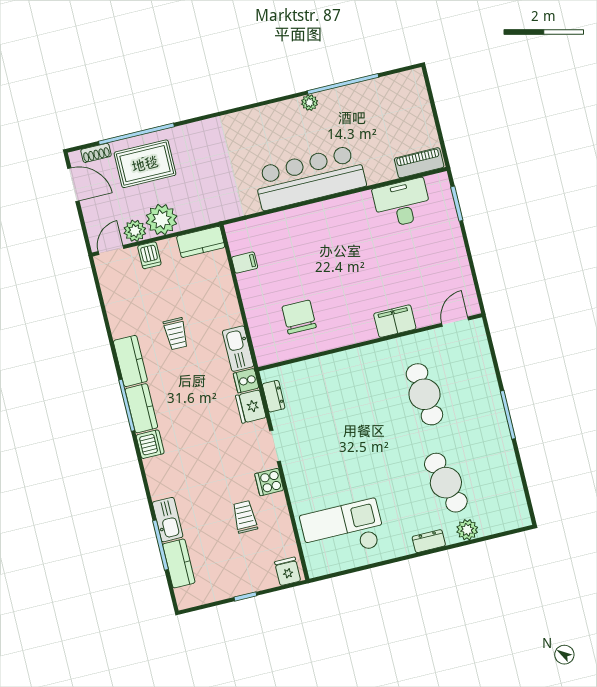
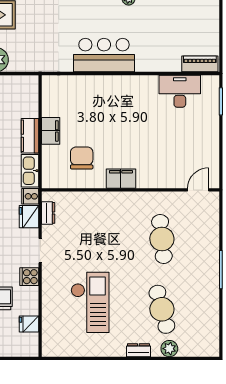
bar counter: (310, 177) -> (104, 55), width x0.73
kitchen counter: (201, 242) -> (30, 136), moved, turned 90
filing cabinet: (245, 263) -> (51, 131), moved, width x2.00
filing cabinet: (395, 321) -> (121, 179), moved
checkout: (343, 530) -> (90, 302), moved, turned 90
fridge: (288, 571) -> (29, 324), moved, turned -90

